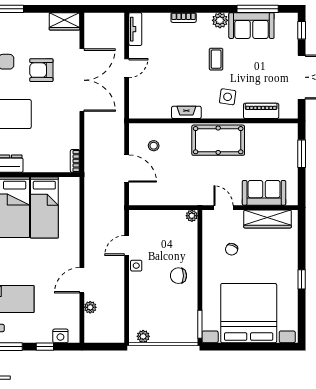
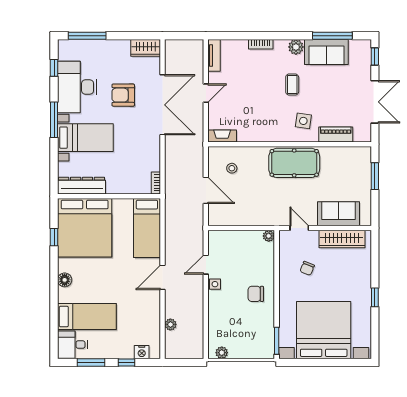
fireplace: (186, 112) -> (222, 136), moved
bed: (44, 208) -> (147, 228), moved
door: (82, 280) -> (162, 277), moved

